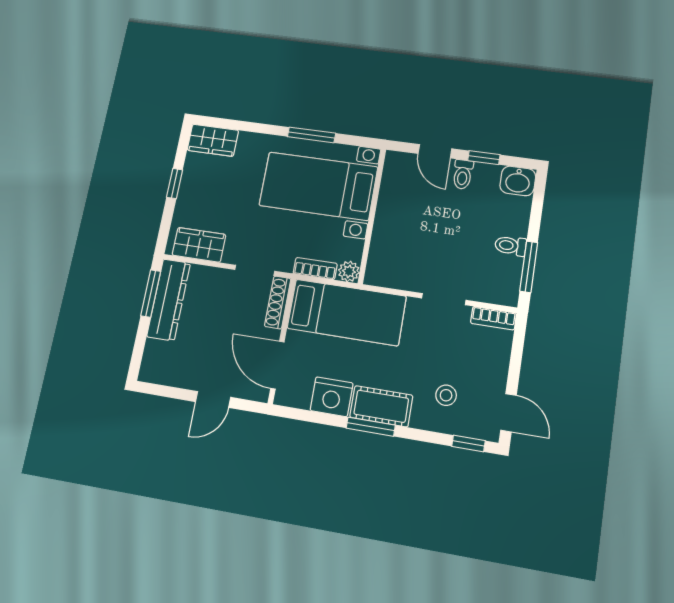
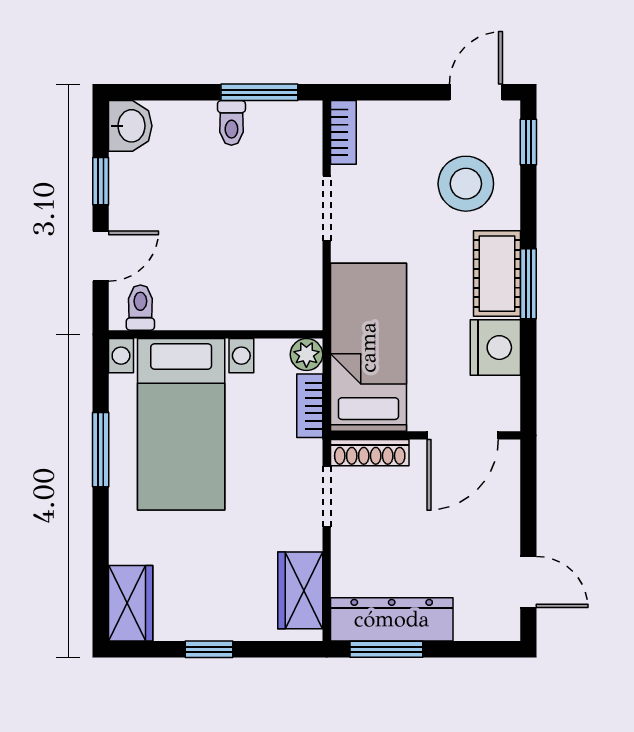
toilet: (463, 174) -> (140, 308), moved, turned -90
stool: (446, 395) -> (466, 184), width x1.89, depth x1.89
door: (213, 399) -> (528, 582), moved

